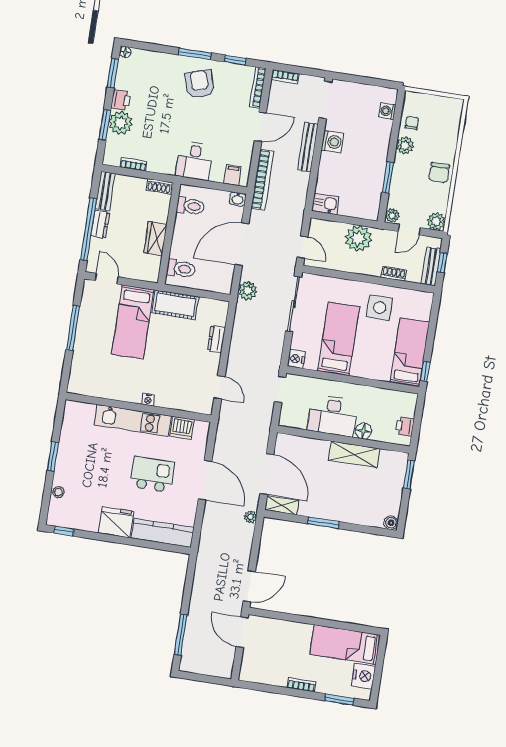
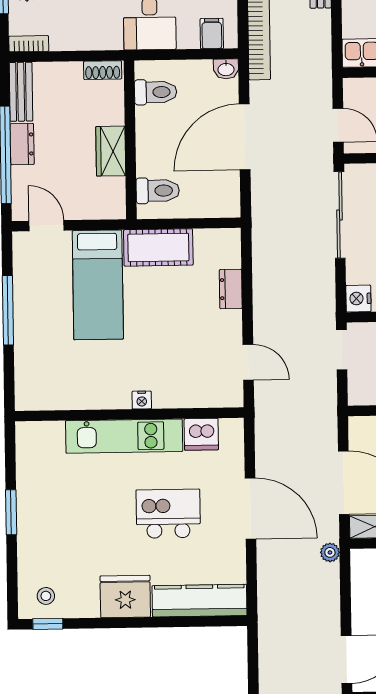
bookcase: (133, 164) -> (29, 44), moved
plant: (248, 291) -> (266, 207), removed
stool: (58, 492) -> (46, 596), moved

